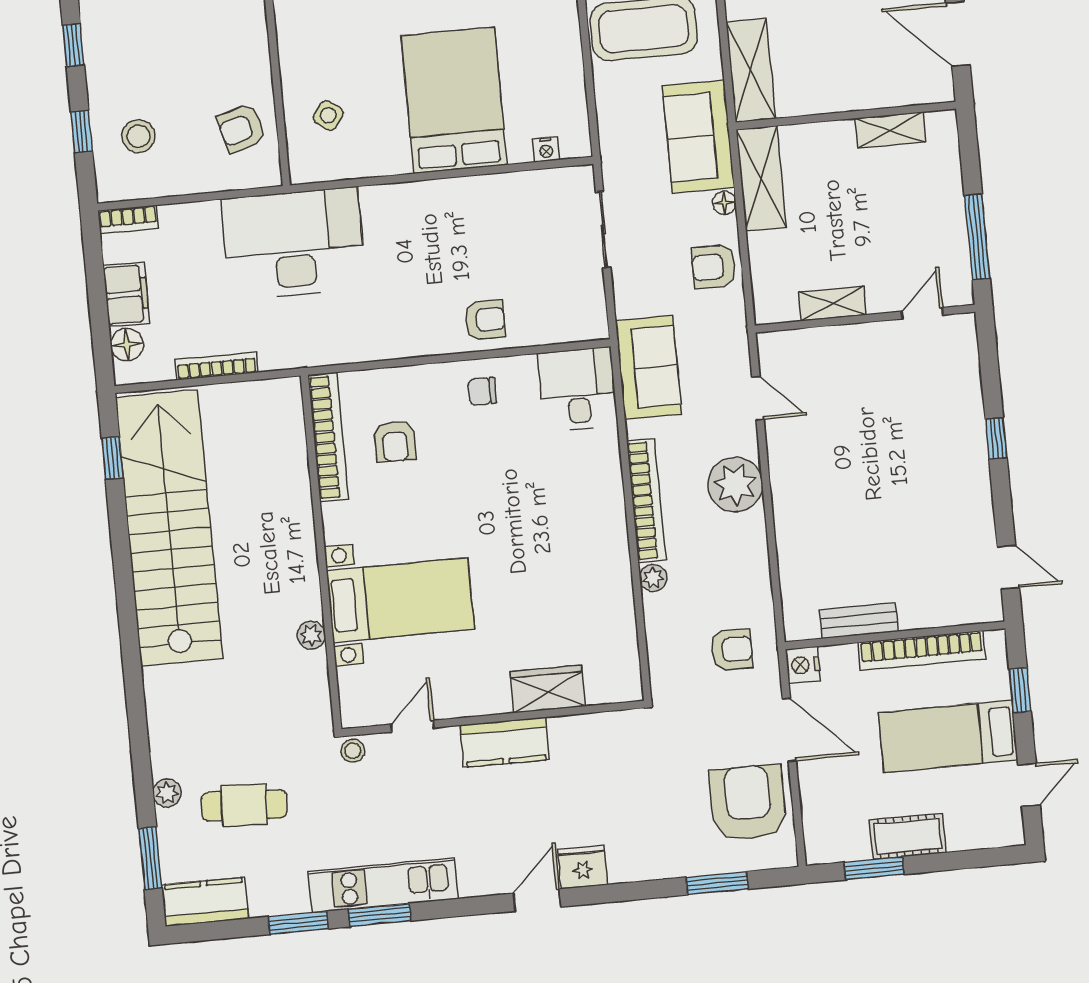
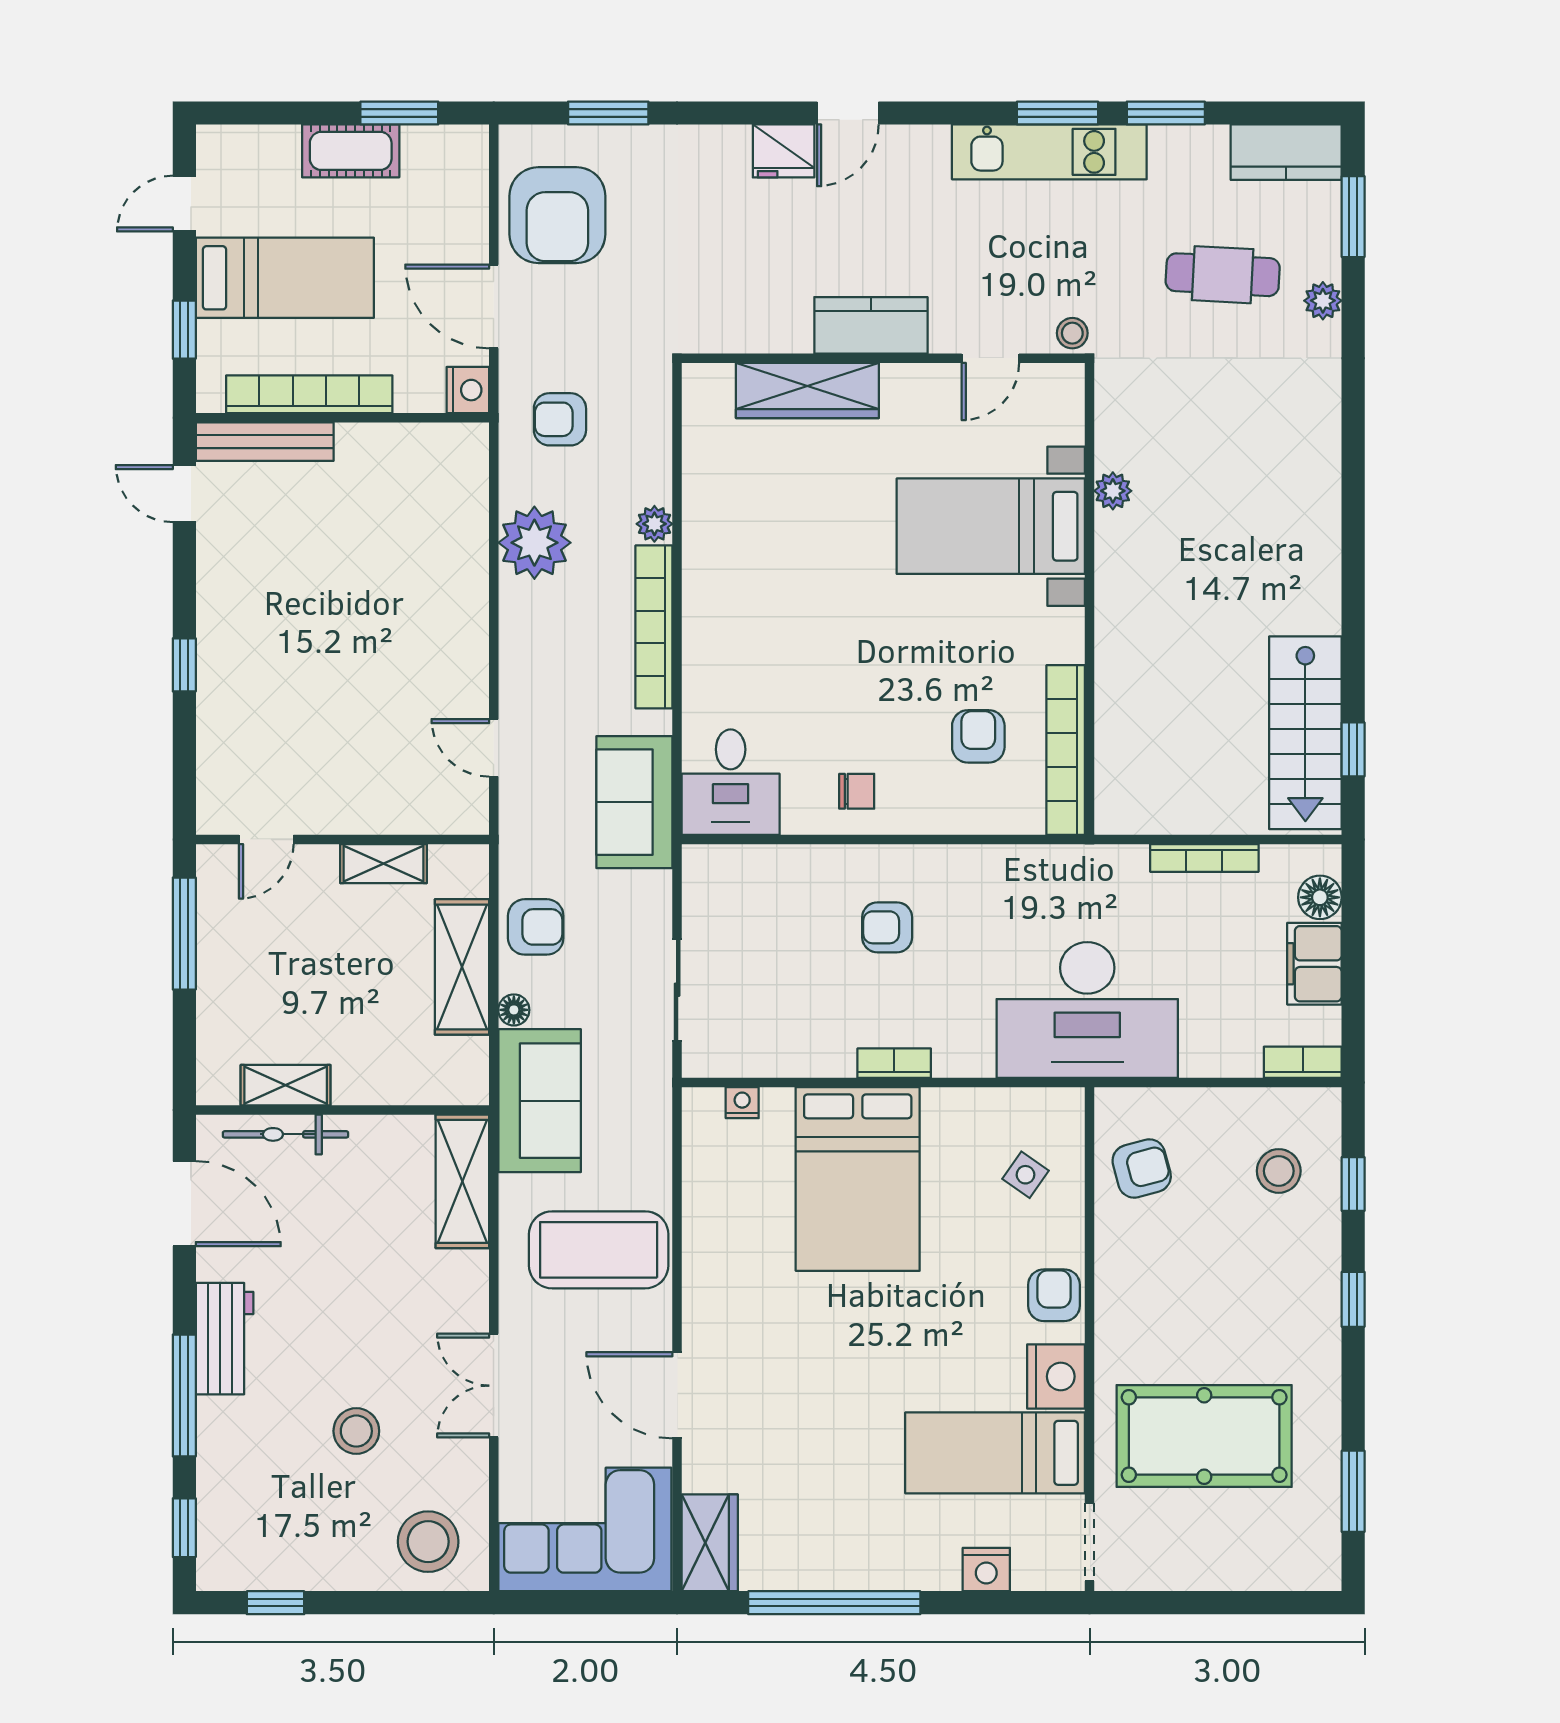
armchair: (298, 27) -> (1054, 1295), added
bicycle: (887, 93) -> (285, 1134), added
shelving: (761, 178) -> (462, 967), moved
bookcase: (435, 190) -> (894, 1063), added
armchair: (485, 320) -> (887, 927), moved
plant: (735, 485) -> (534, 543), moved
stairs: (169, 528) -> (1305, 733), width x0.54, depth x0.66
bench: (859, 621) -> (265, 442), moved, width x1.36
wardrobe: (548, 689) -> (807, 390), width x1.50

